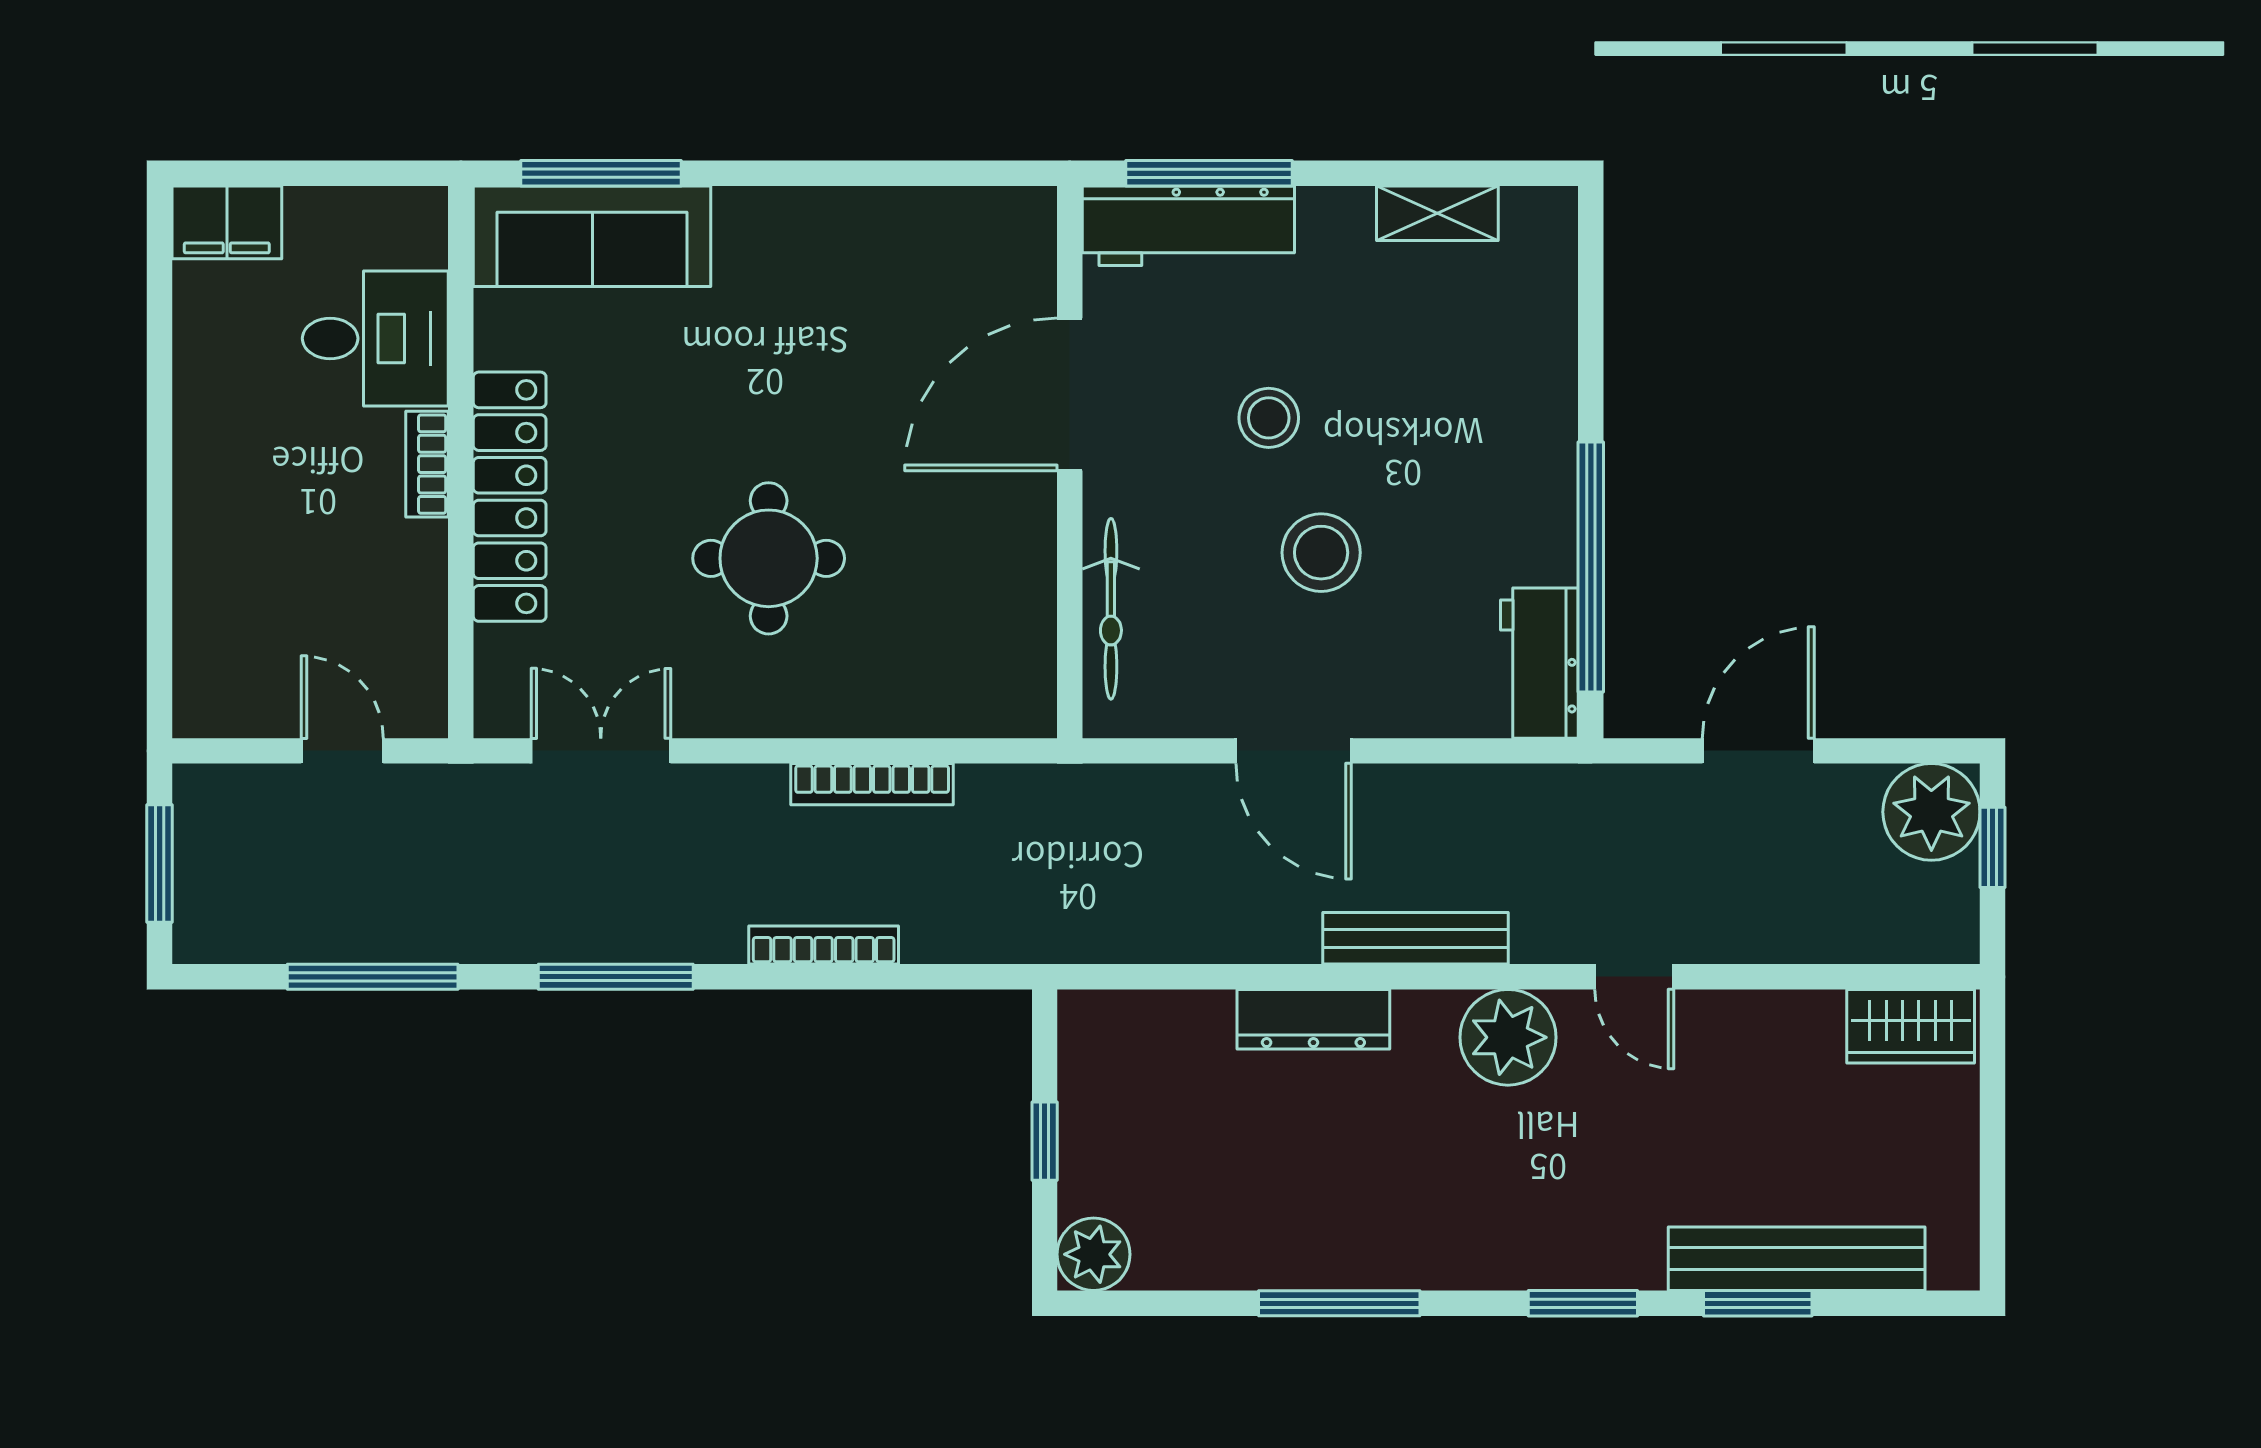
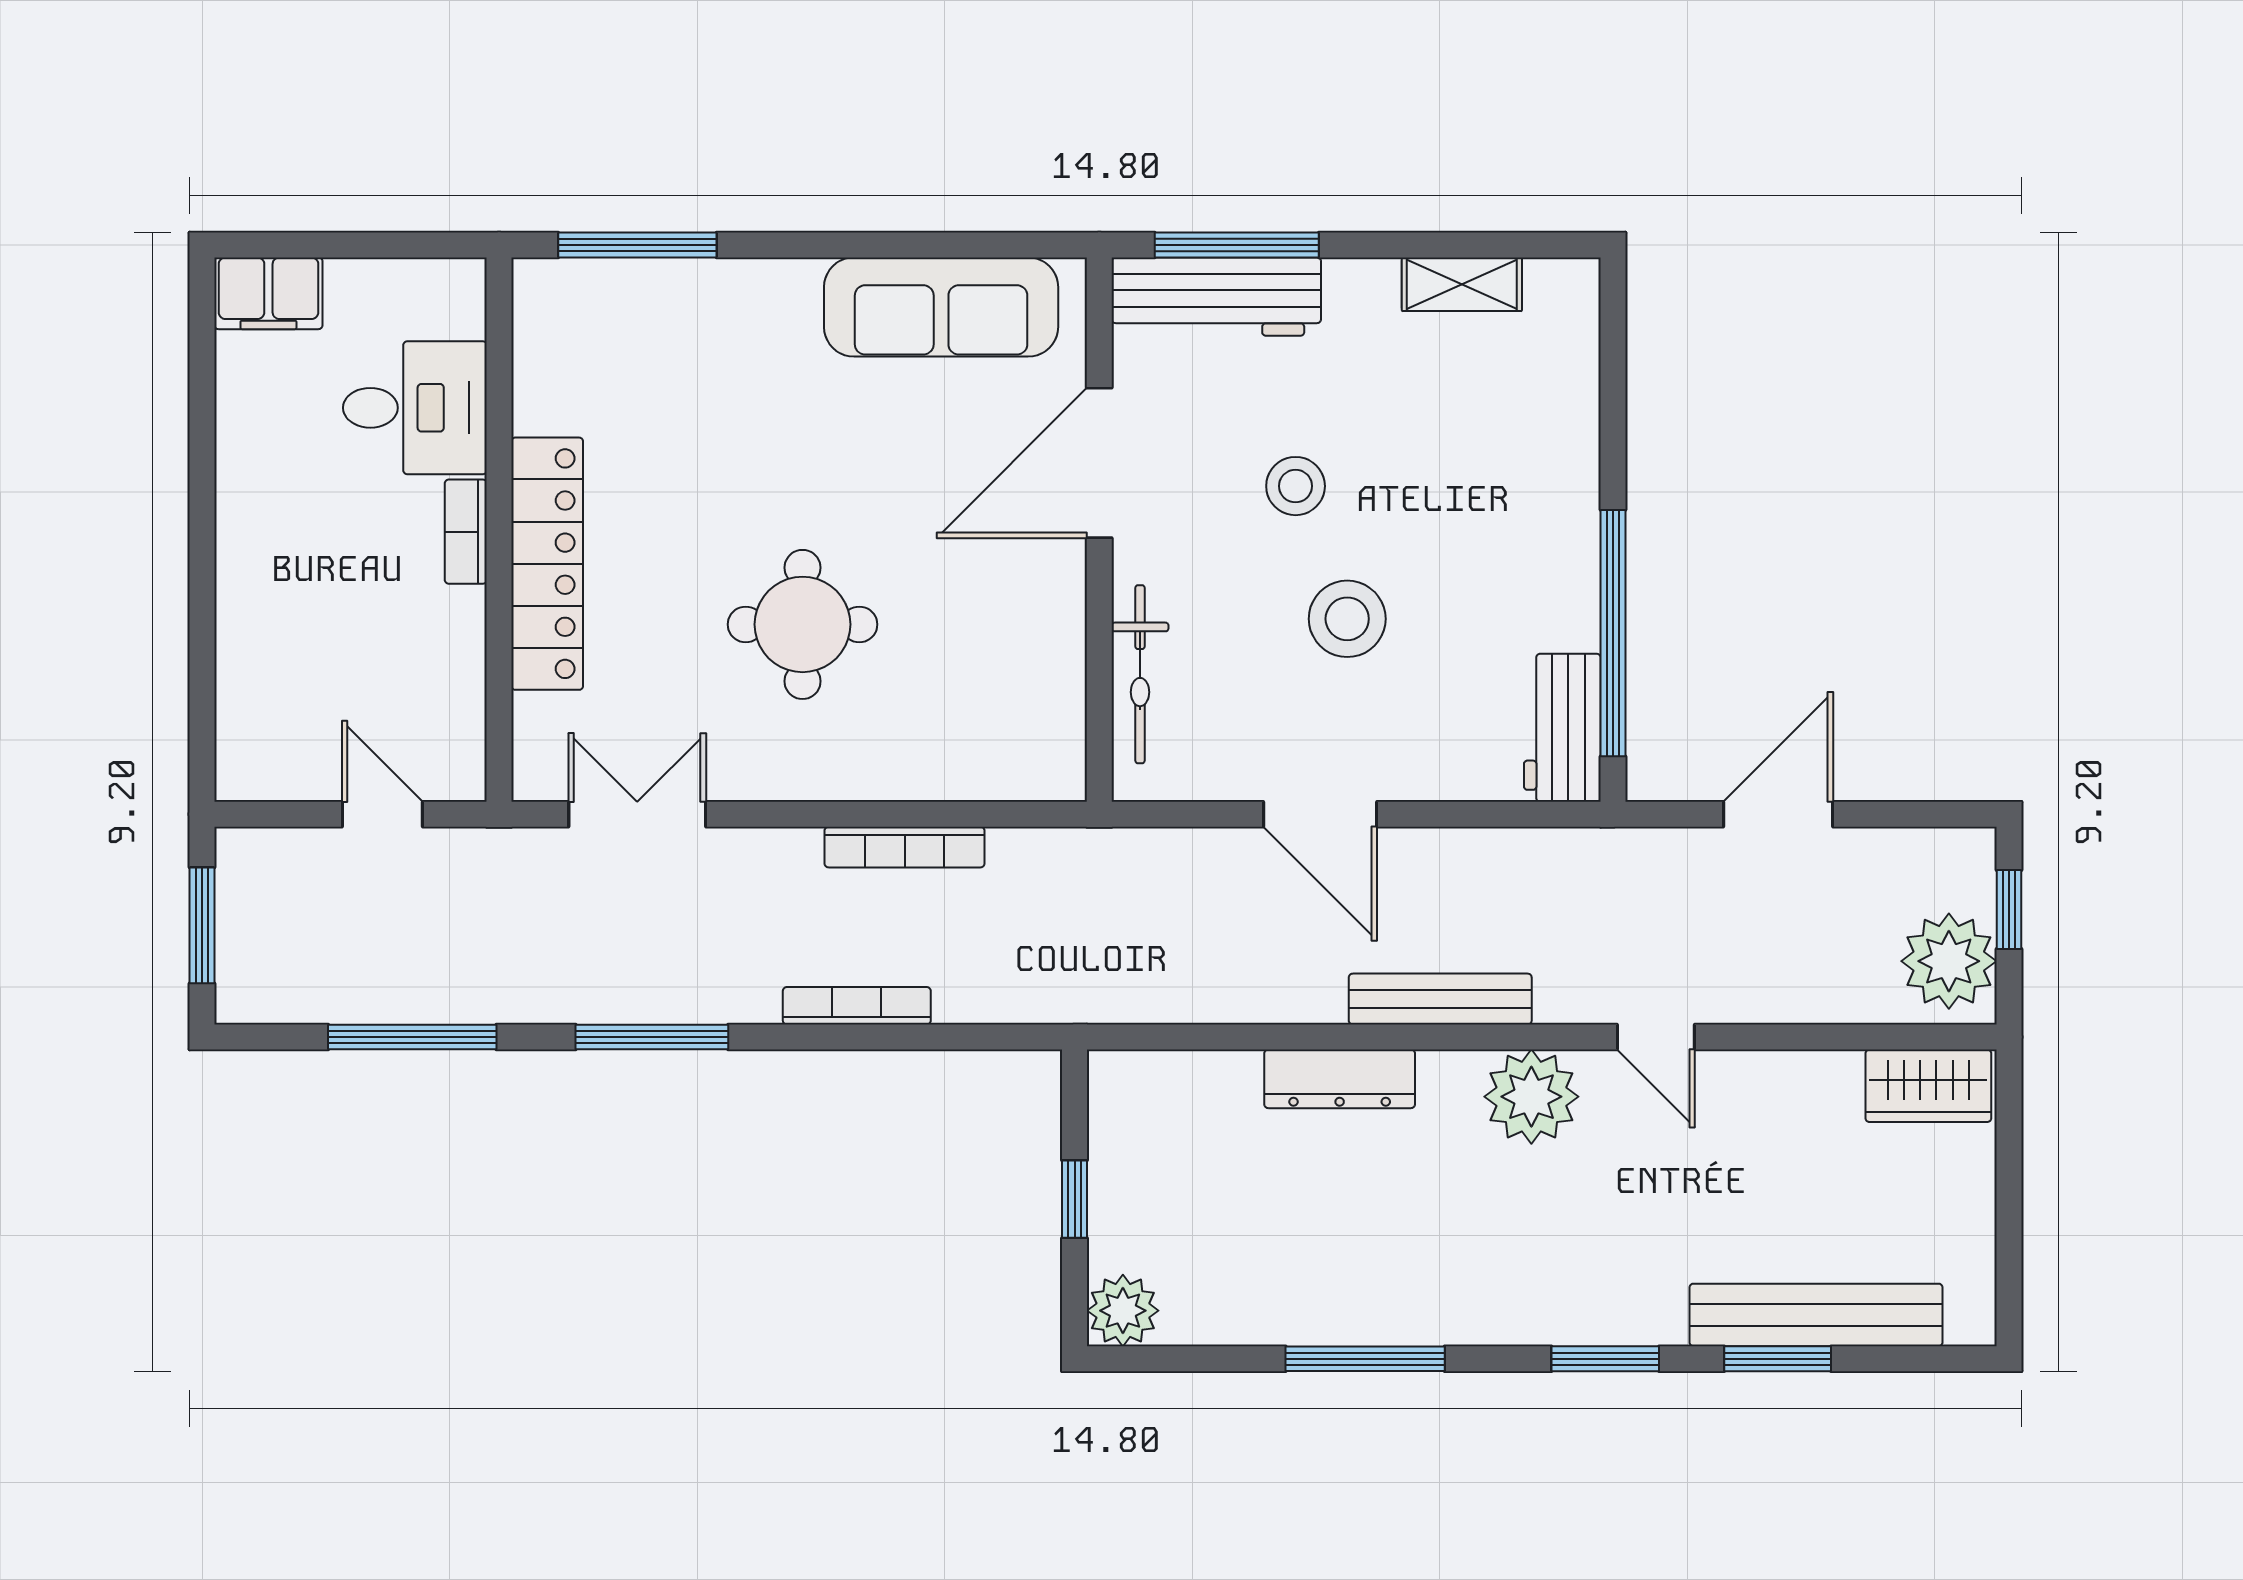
sofa: (592, 236) -> (941, 307), moved
plant: (1931, 812) -> (1949, 961), moved

